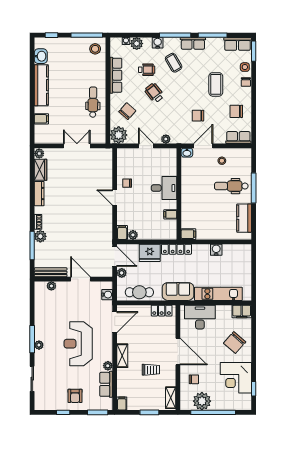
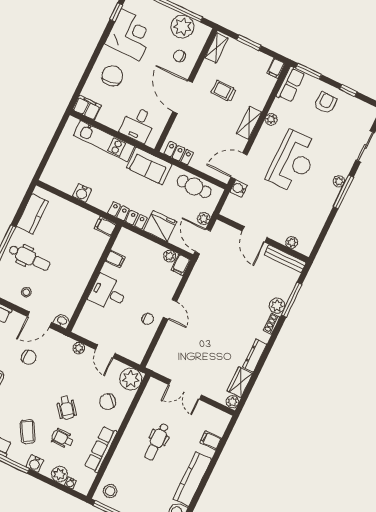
dental chair: (93, 102) -> (157, 442), moved
water cooler: (107, 295) -> (239, 188), moved
desk: (200, 317) -> (138, 124), width x0.73
chair: (235, 343) -> (112, 76), turned -53
row of seats: (106, 384) -> (290, 84), moved

